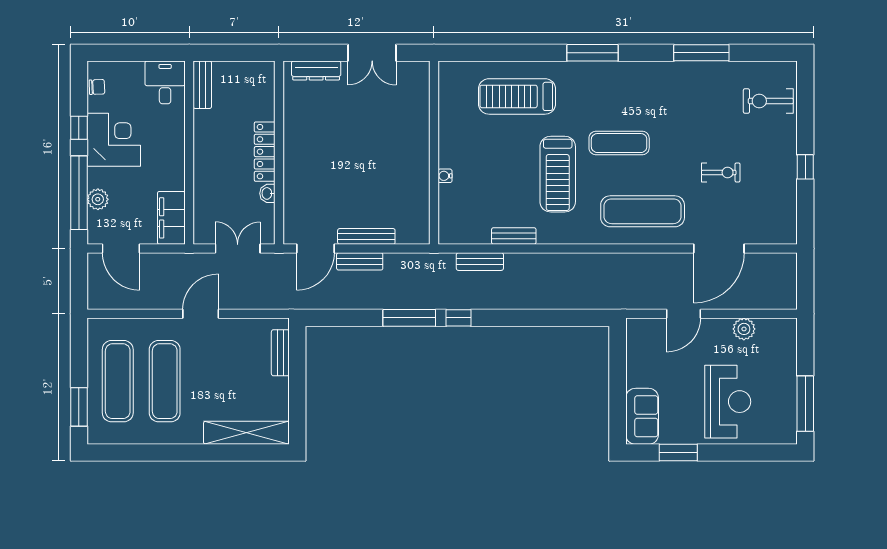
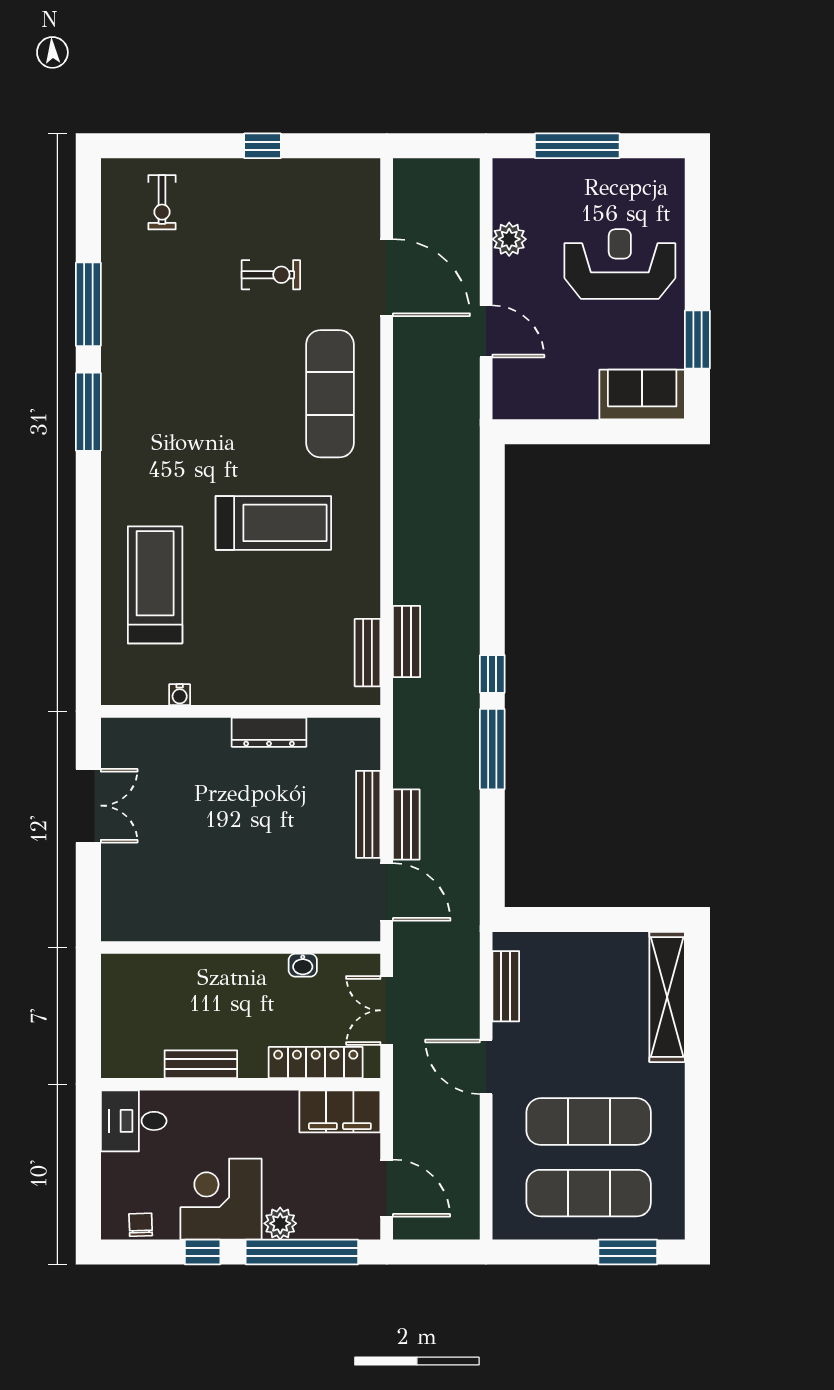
window: (592, 53) -> (88, 412), moved
dresser: (316, 70) -> (269, 732), moved, turned 90
bench: (202, 85) -> (201, 1064), moved
treadmill: (517, 96) -> (155, 585), turned 180
exercise bike: (768, 101) -> (162, 202), width x0.73, depth x0.72
exercise mat: (619, 143) -> (226, 430), removed
locker: (265, 152) -> (316, 1062), moved, turned 180
exercise bike: (721, 172) -> (271, 275), turned 90
water cooler: (445, 176) -> (180, 695), moved
plant: (98, 199) -> (280, 1223), moved
bench: (514, 236) -> (368, 653), moved
door: (121, 249) -> (387, 1188), hinge flipped
bench: (280, 353) -> (506, 986), moved, turned 90
window: (805, 404) -> (577, 146), moved

